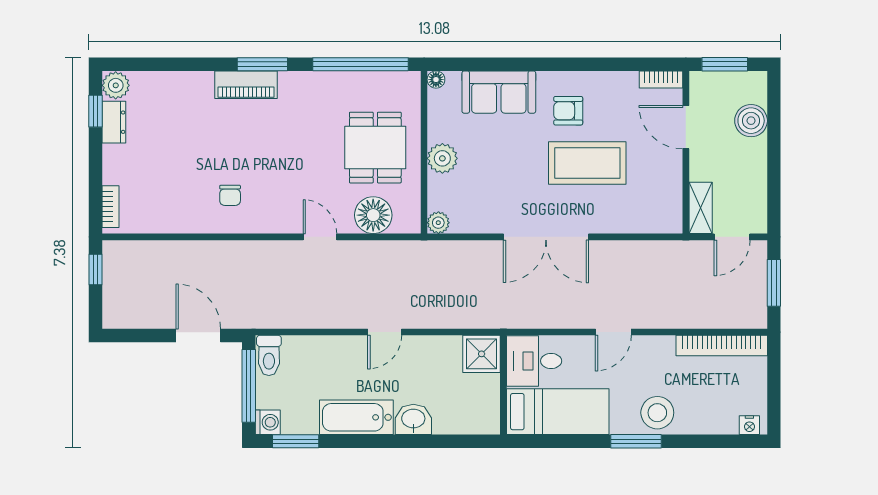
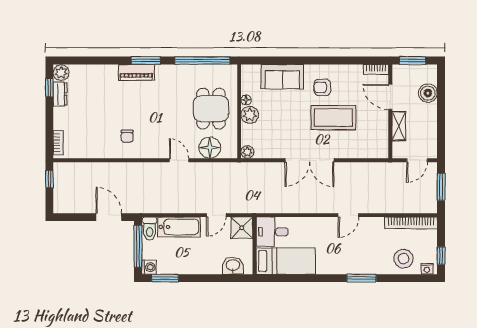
floor lamp: (436, 80) -> (246, 100), moved
shelving: (701, 208) -> (399, 126), moved
shower: (482, 354) -> (242, 228), moved
desk: (534, 361) -> (272, 232), moved
wall: (503, 385) -> (254, 246), moved
window: (774, 402) -> (441, 256), added
bed: (558, 412) -> (286, 261), moved
stool: (657, 413) -> (403, 259), moved
bathtub: (356, 417) -> (179, 227), moved, turned 180

